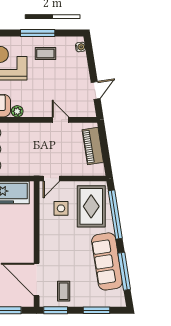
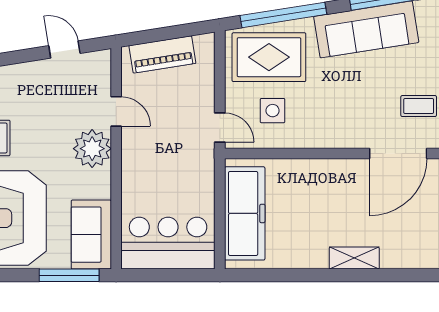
plant: (17, 111) -> (92, 149), moved, width x1.88, depth x1.88
door: (61, 120) -> (116, 111), swing flipped

